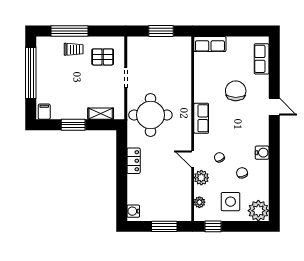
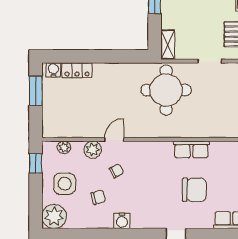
shelving: (101, 114) -> (168, 45), moved
row of seats: (201, 118) -> (191, 149), moved
locker: (134, 161) -> (77, 70), moved
window: (164, 226) -> (36, 91), moved

